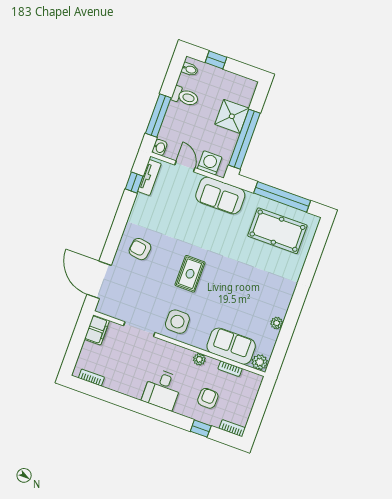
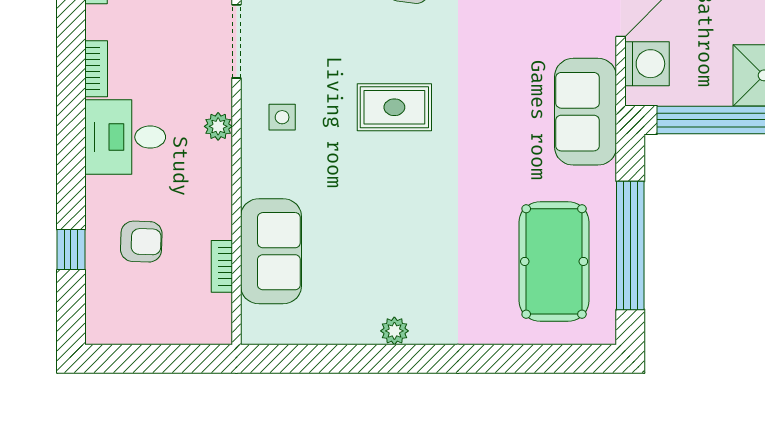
side table: (177, 322) -> (282, 117), width x0.54, depth x0.54
plant: (277, 323) -> (394, 331), moved
plant: (199, 359) -> (218, 126), moved
plant: (260, 362) -> (259, 325), removed
bookcase: (232, 428) -> (96, 69), moved

